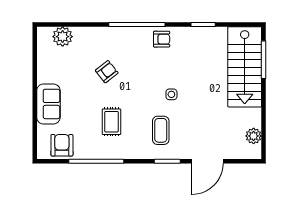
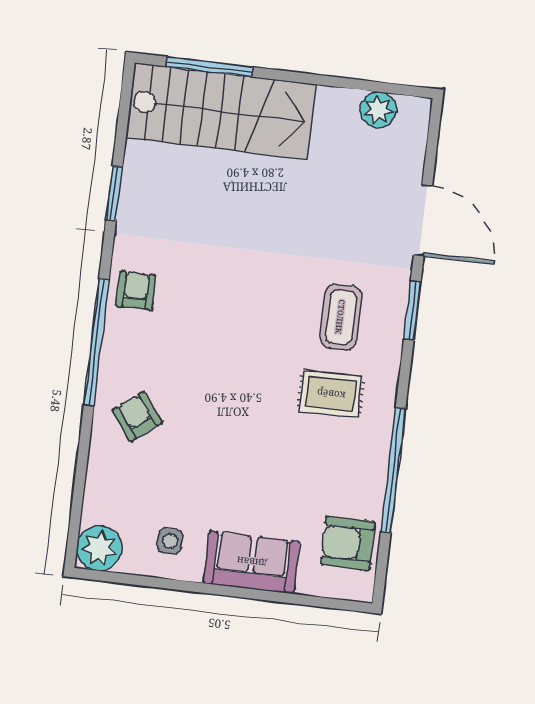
plant: (63, 37) -> (99, 548), moved
armchair: (107, 72) -> (137, 417), moved
side table: (171, 94) -> (170, 541), moved
rug: (111, 122) -> (331, 394), moved
coffee table: (161, 130) -> (341, 317), turned 90

